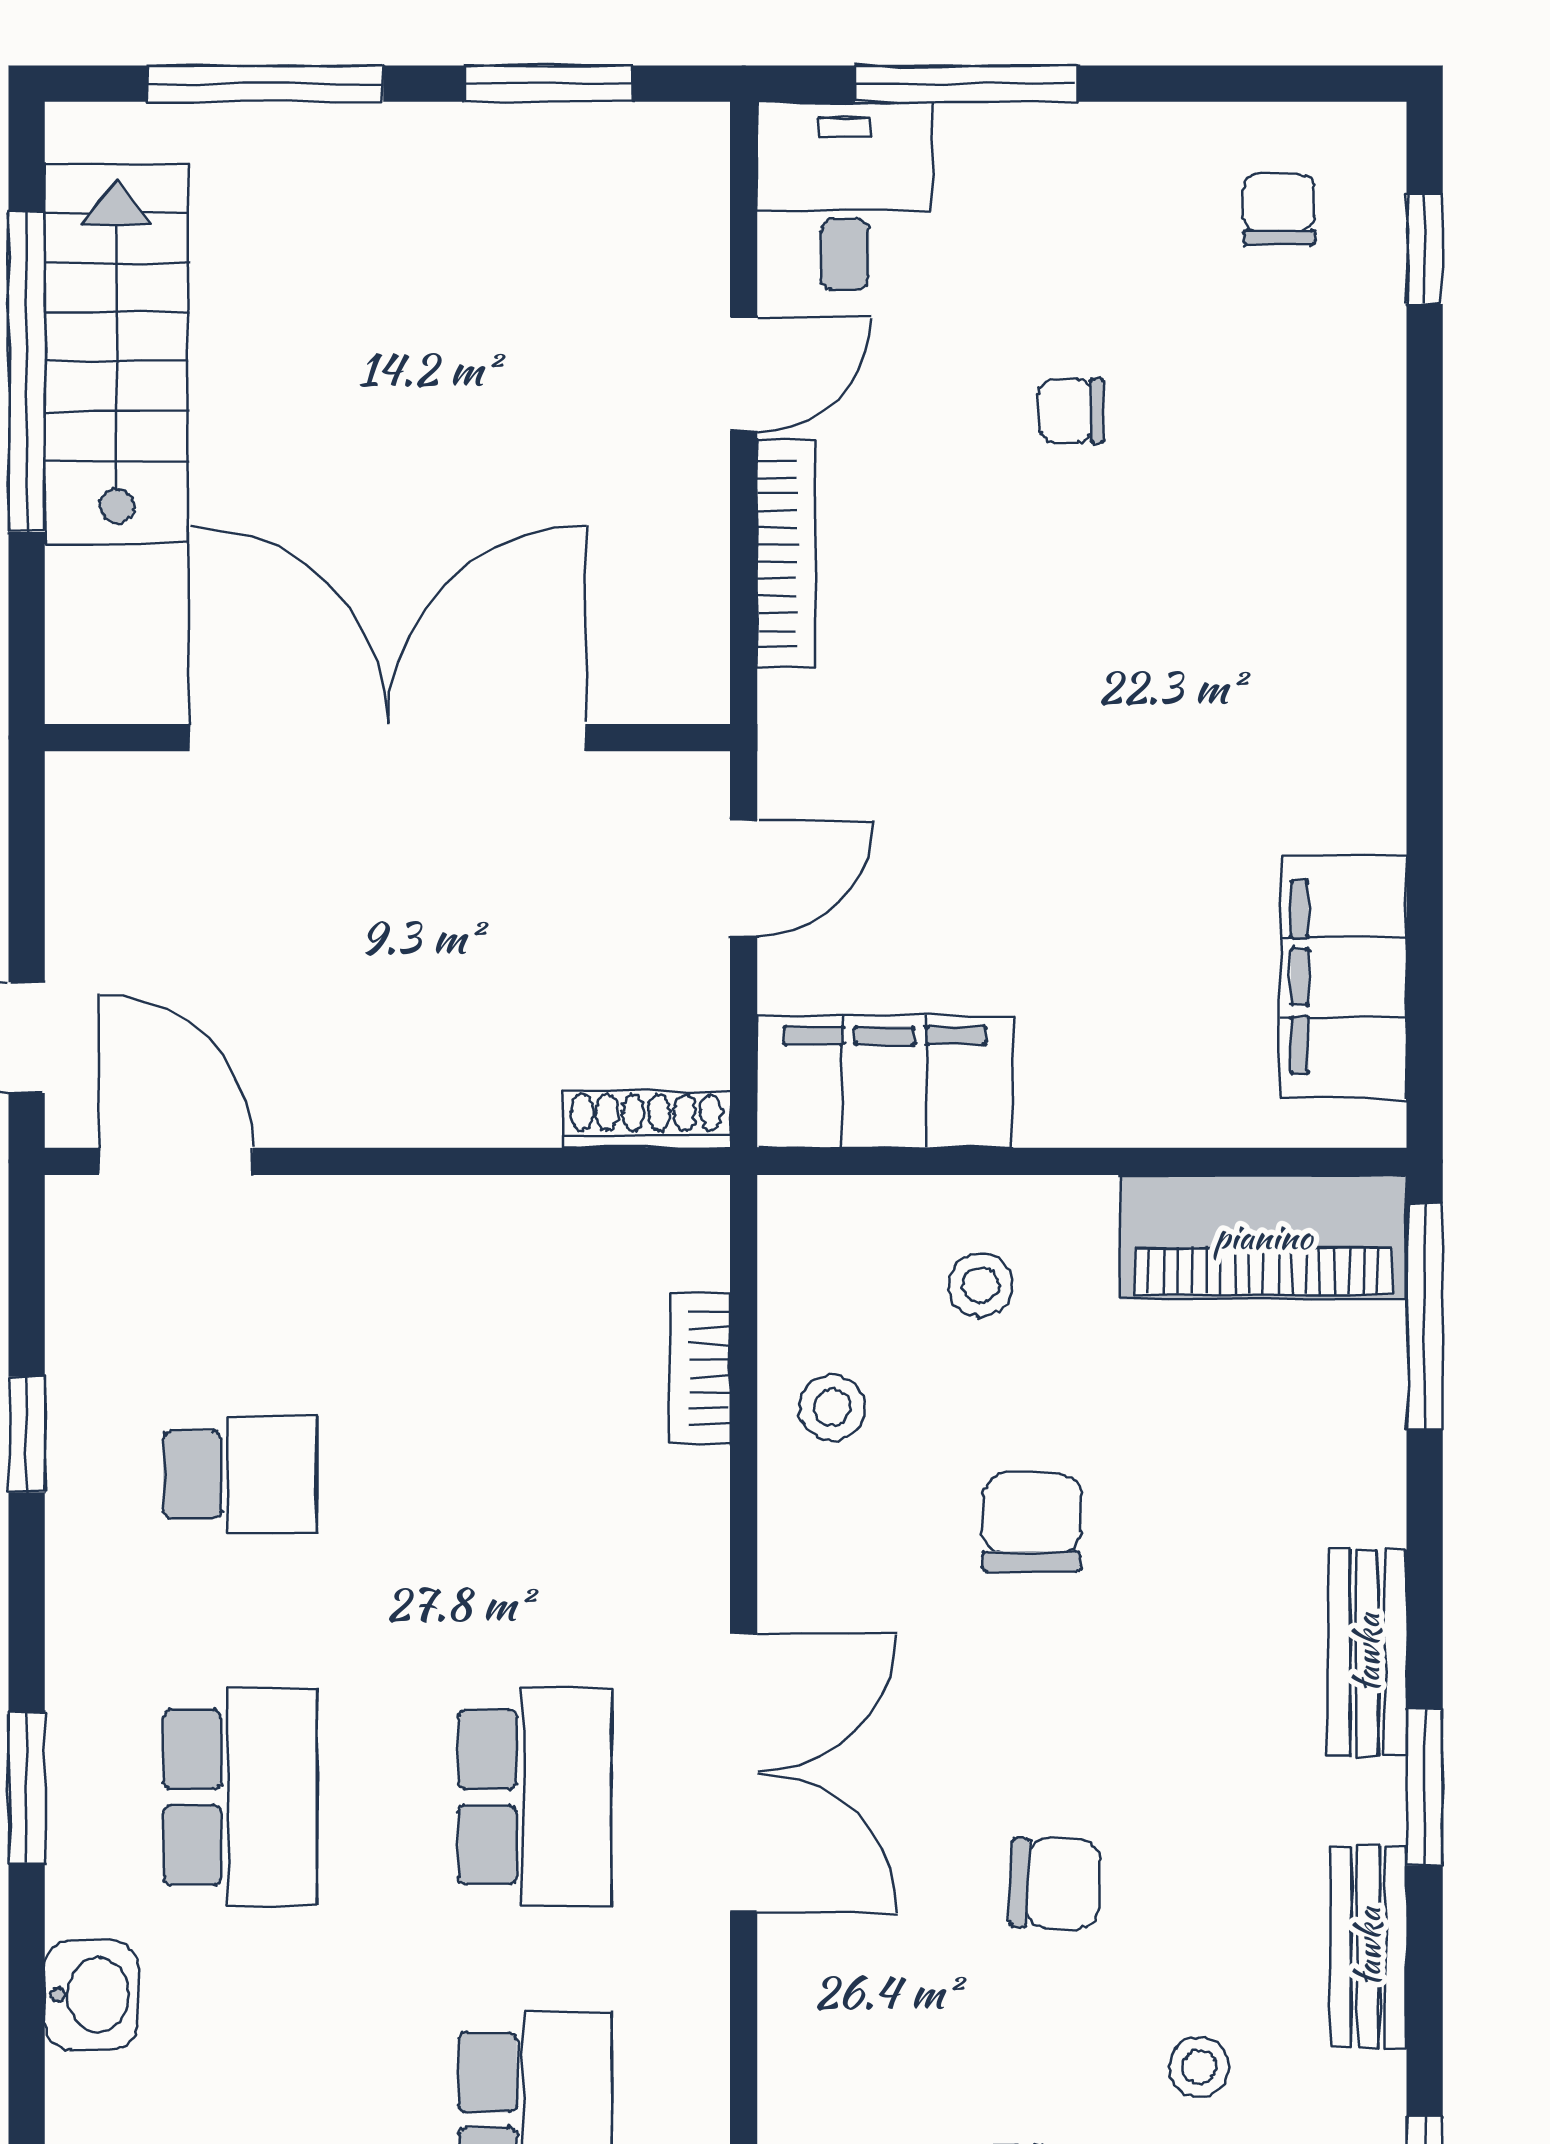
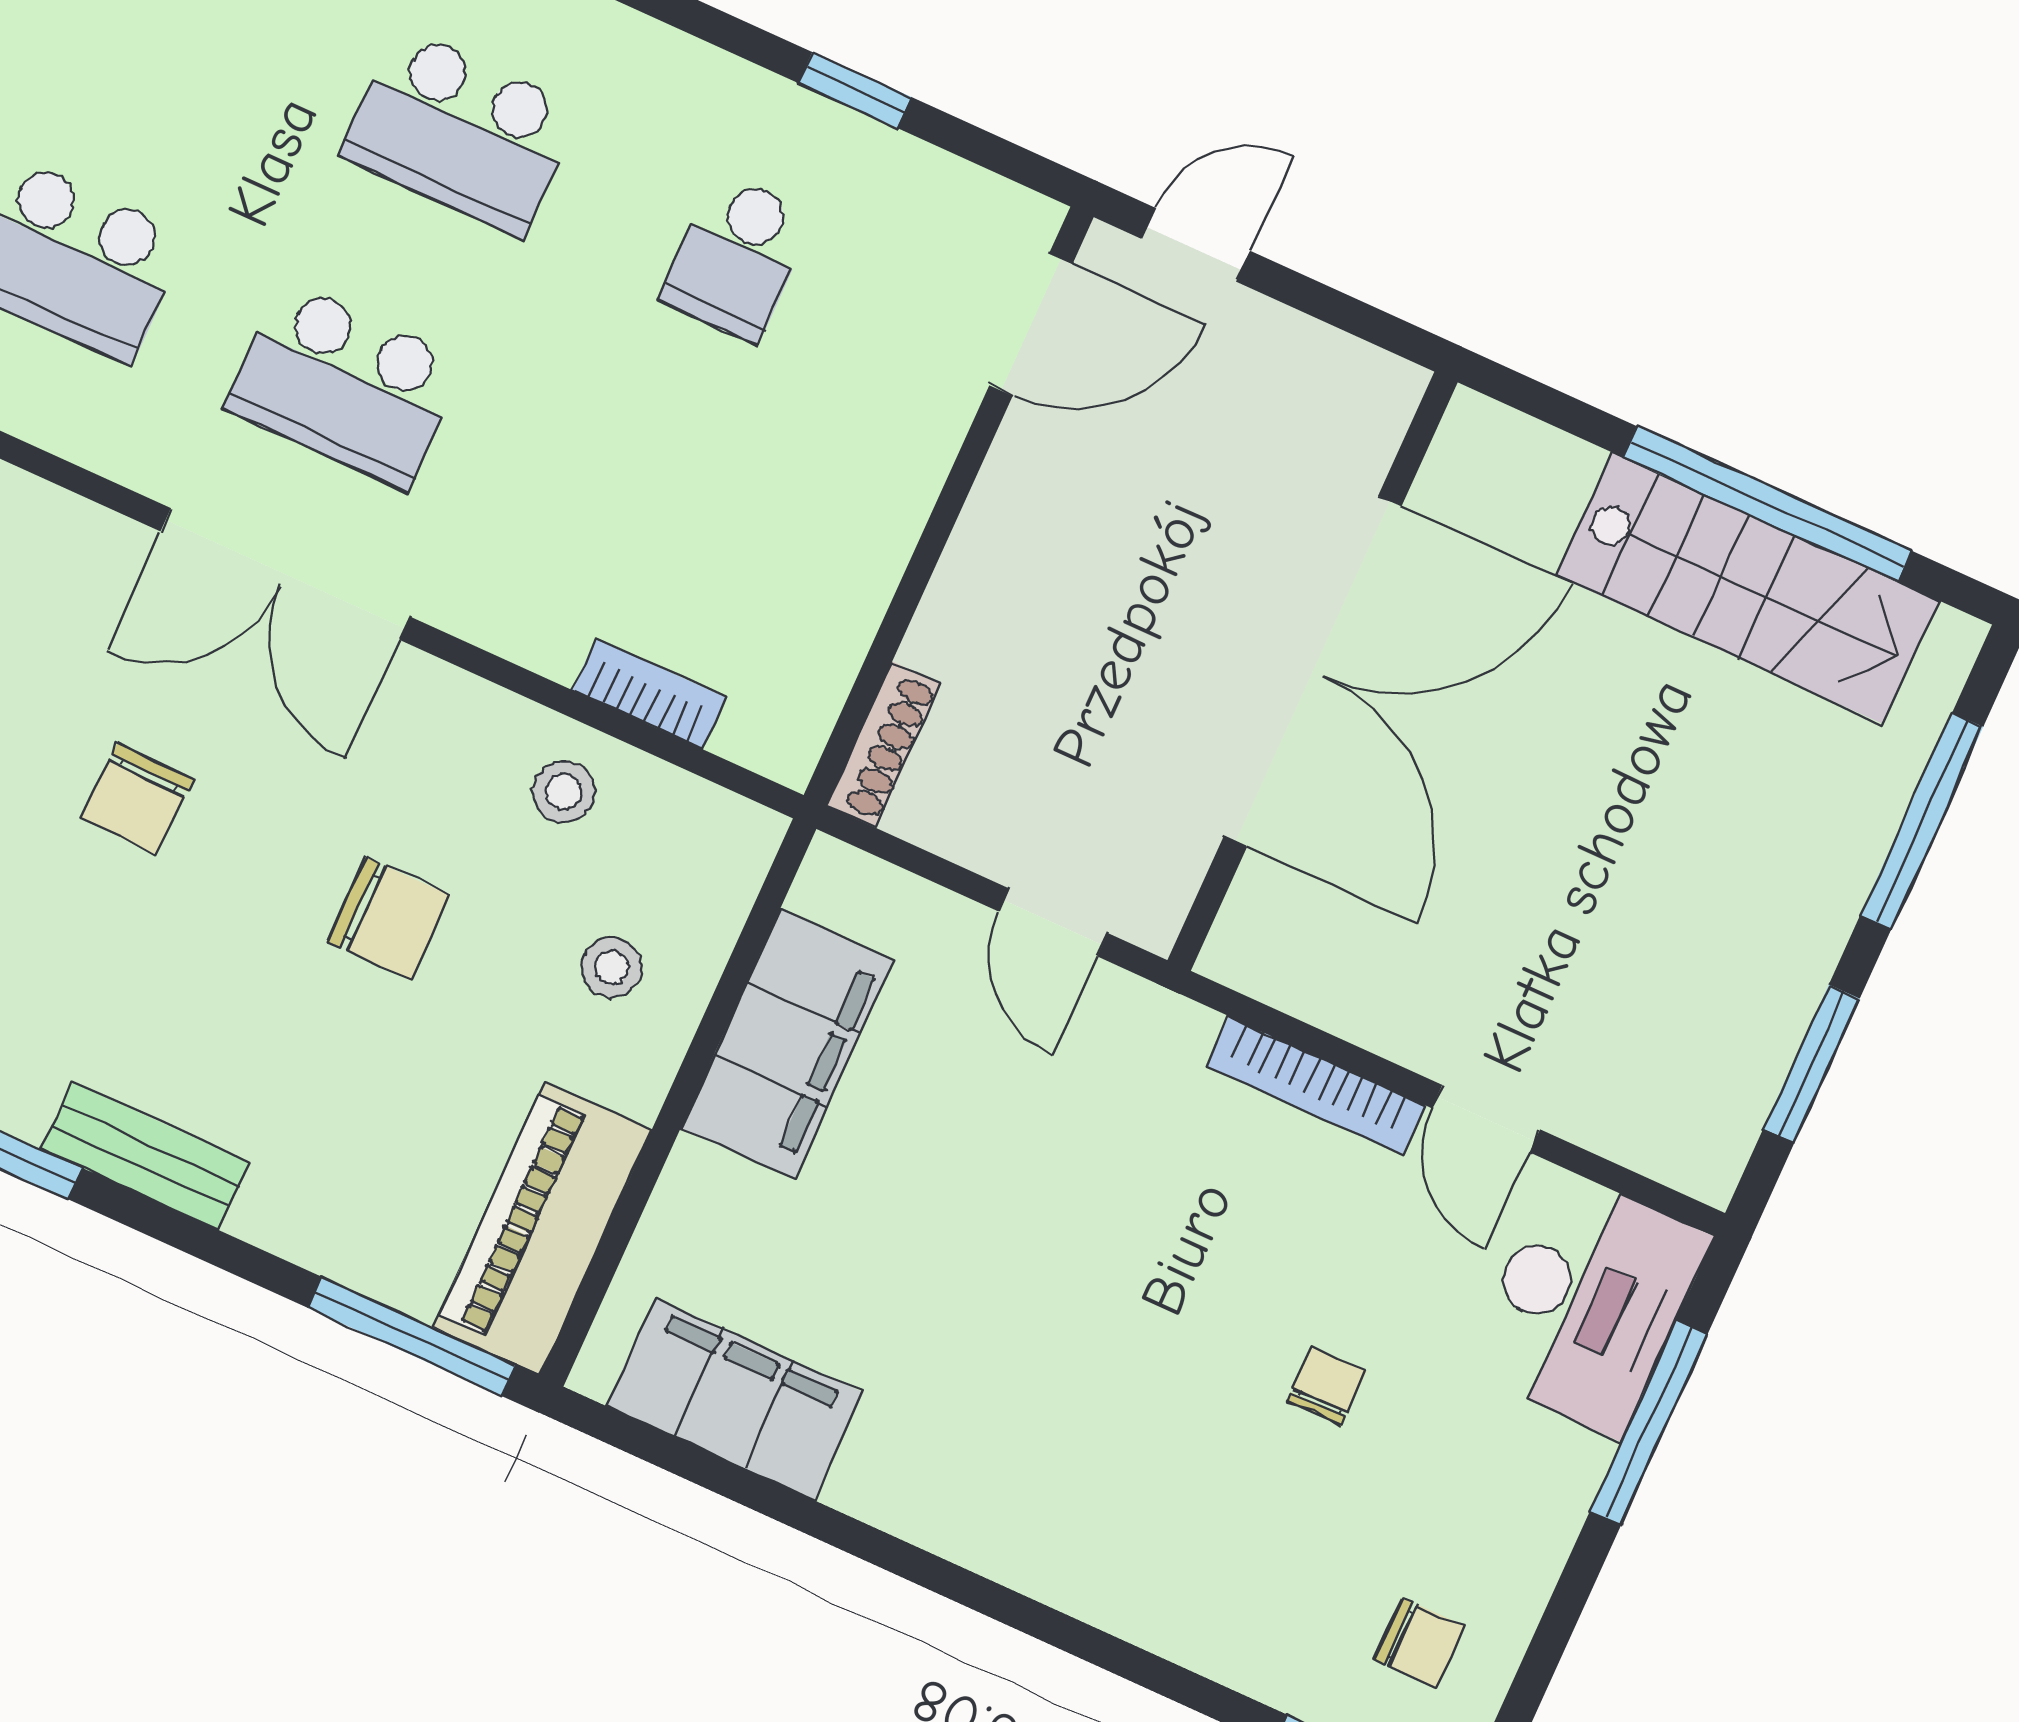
desk: (845, 196) -> (1587, 1303), width x1.37
filing cabinet: (885, 1082) -> (787, 1044), moved
chair: (1055, 1884) -> (137, 799), moved

